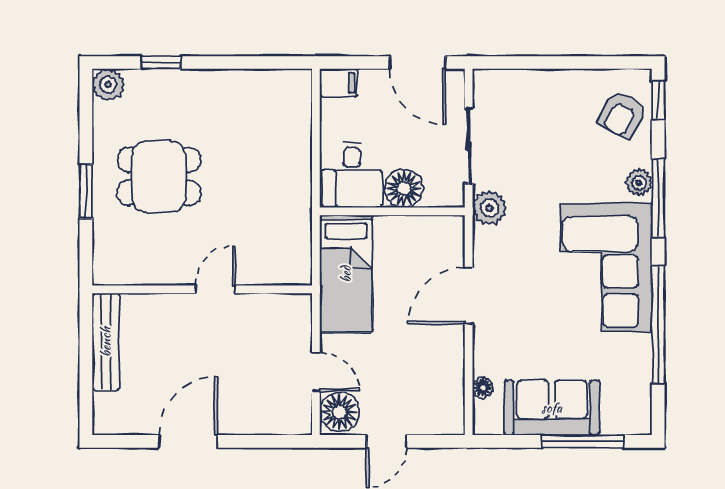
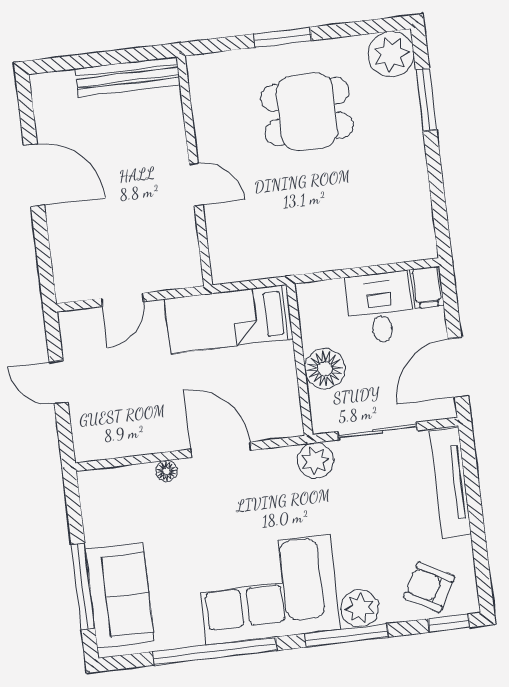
window: (161, 62) -> (426, 100), width x1.50
tv unit: (526, 83) -> (451, 483), added
plant: (108, 85) -> (391, 54), width x1.36, depth x1.36
desk: (352, 175) -> (380, 308), moved, turned 90
dining table: (159, 176) -> (307, 112), turned 90
plant: (639, 183) -> (360, 608), width x1.38, depth x1.38
floor lamp: (483, 387) -> (167, 471), moved
sofa: (552, 408) -> (120, 595), moved
floor lamp: (340, 412) -> (84, 329), removed

